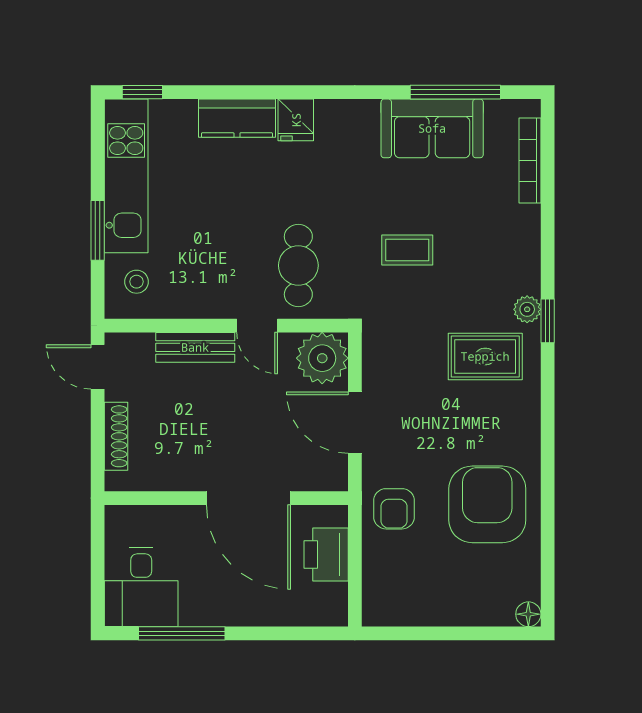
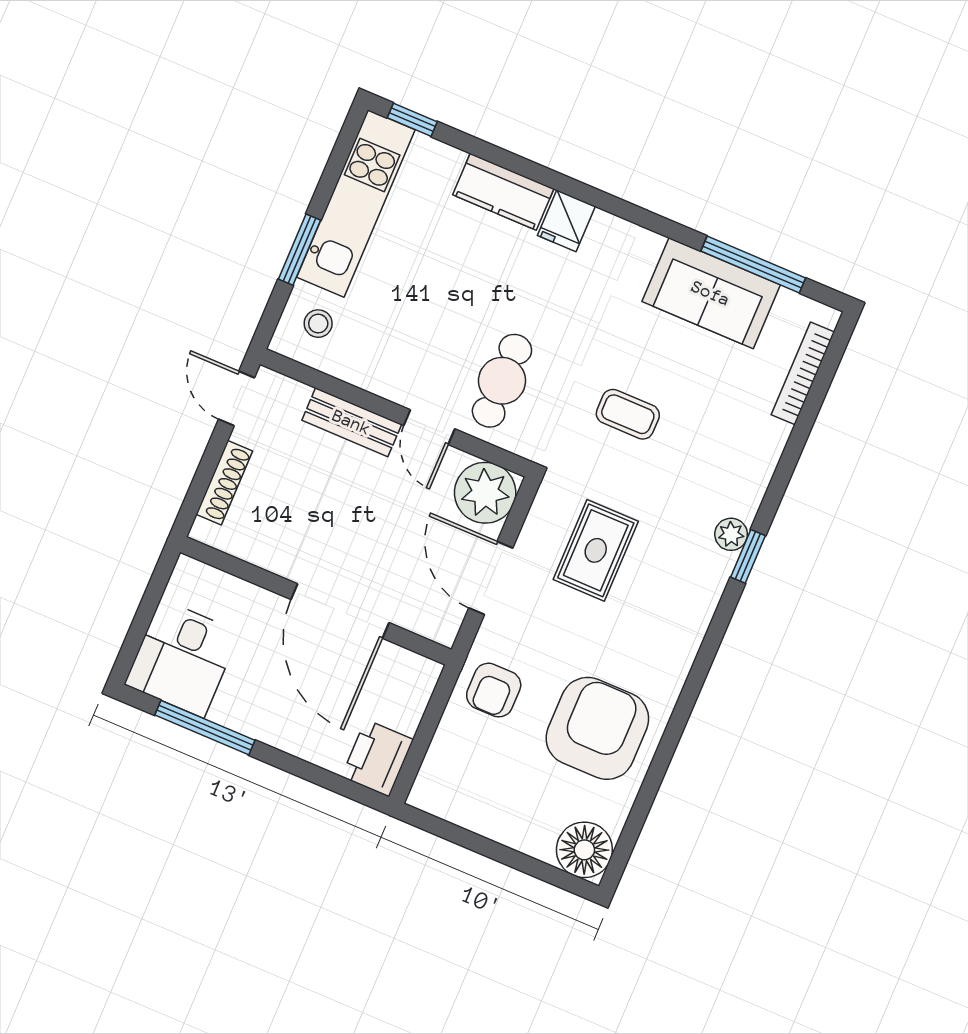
rug: (485, 356) -> (596, 550), moved, turned 90
printer: (326, 555) -> (377, 758), moved
floor lamp: (528, 614) -> (584, 850), width x1.89, depth x1.89

